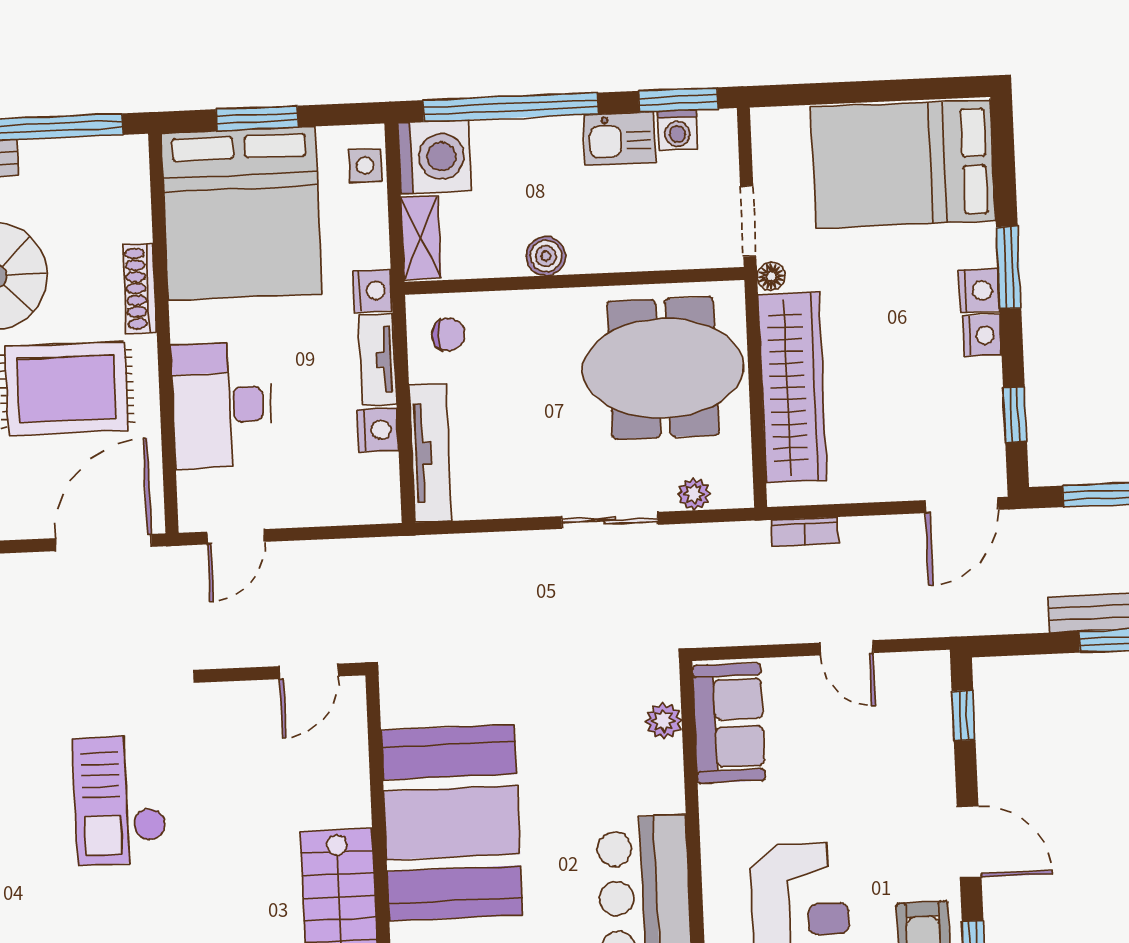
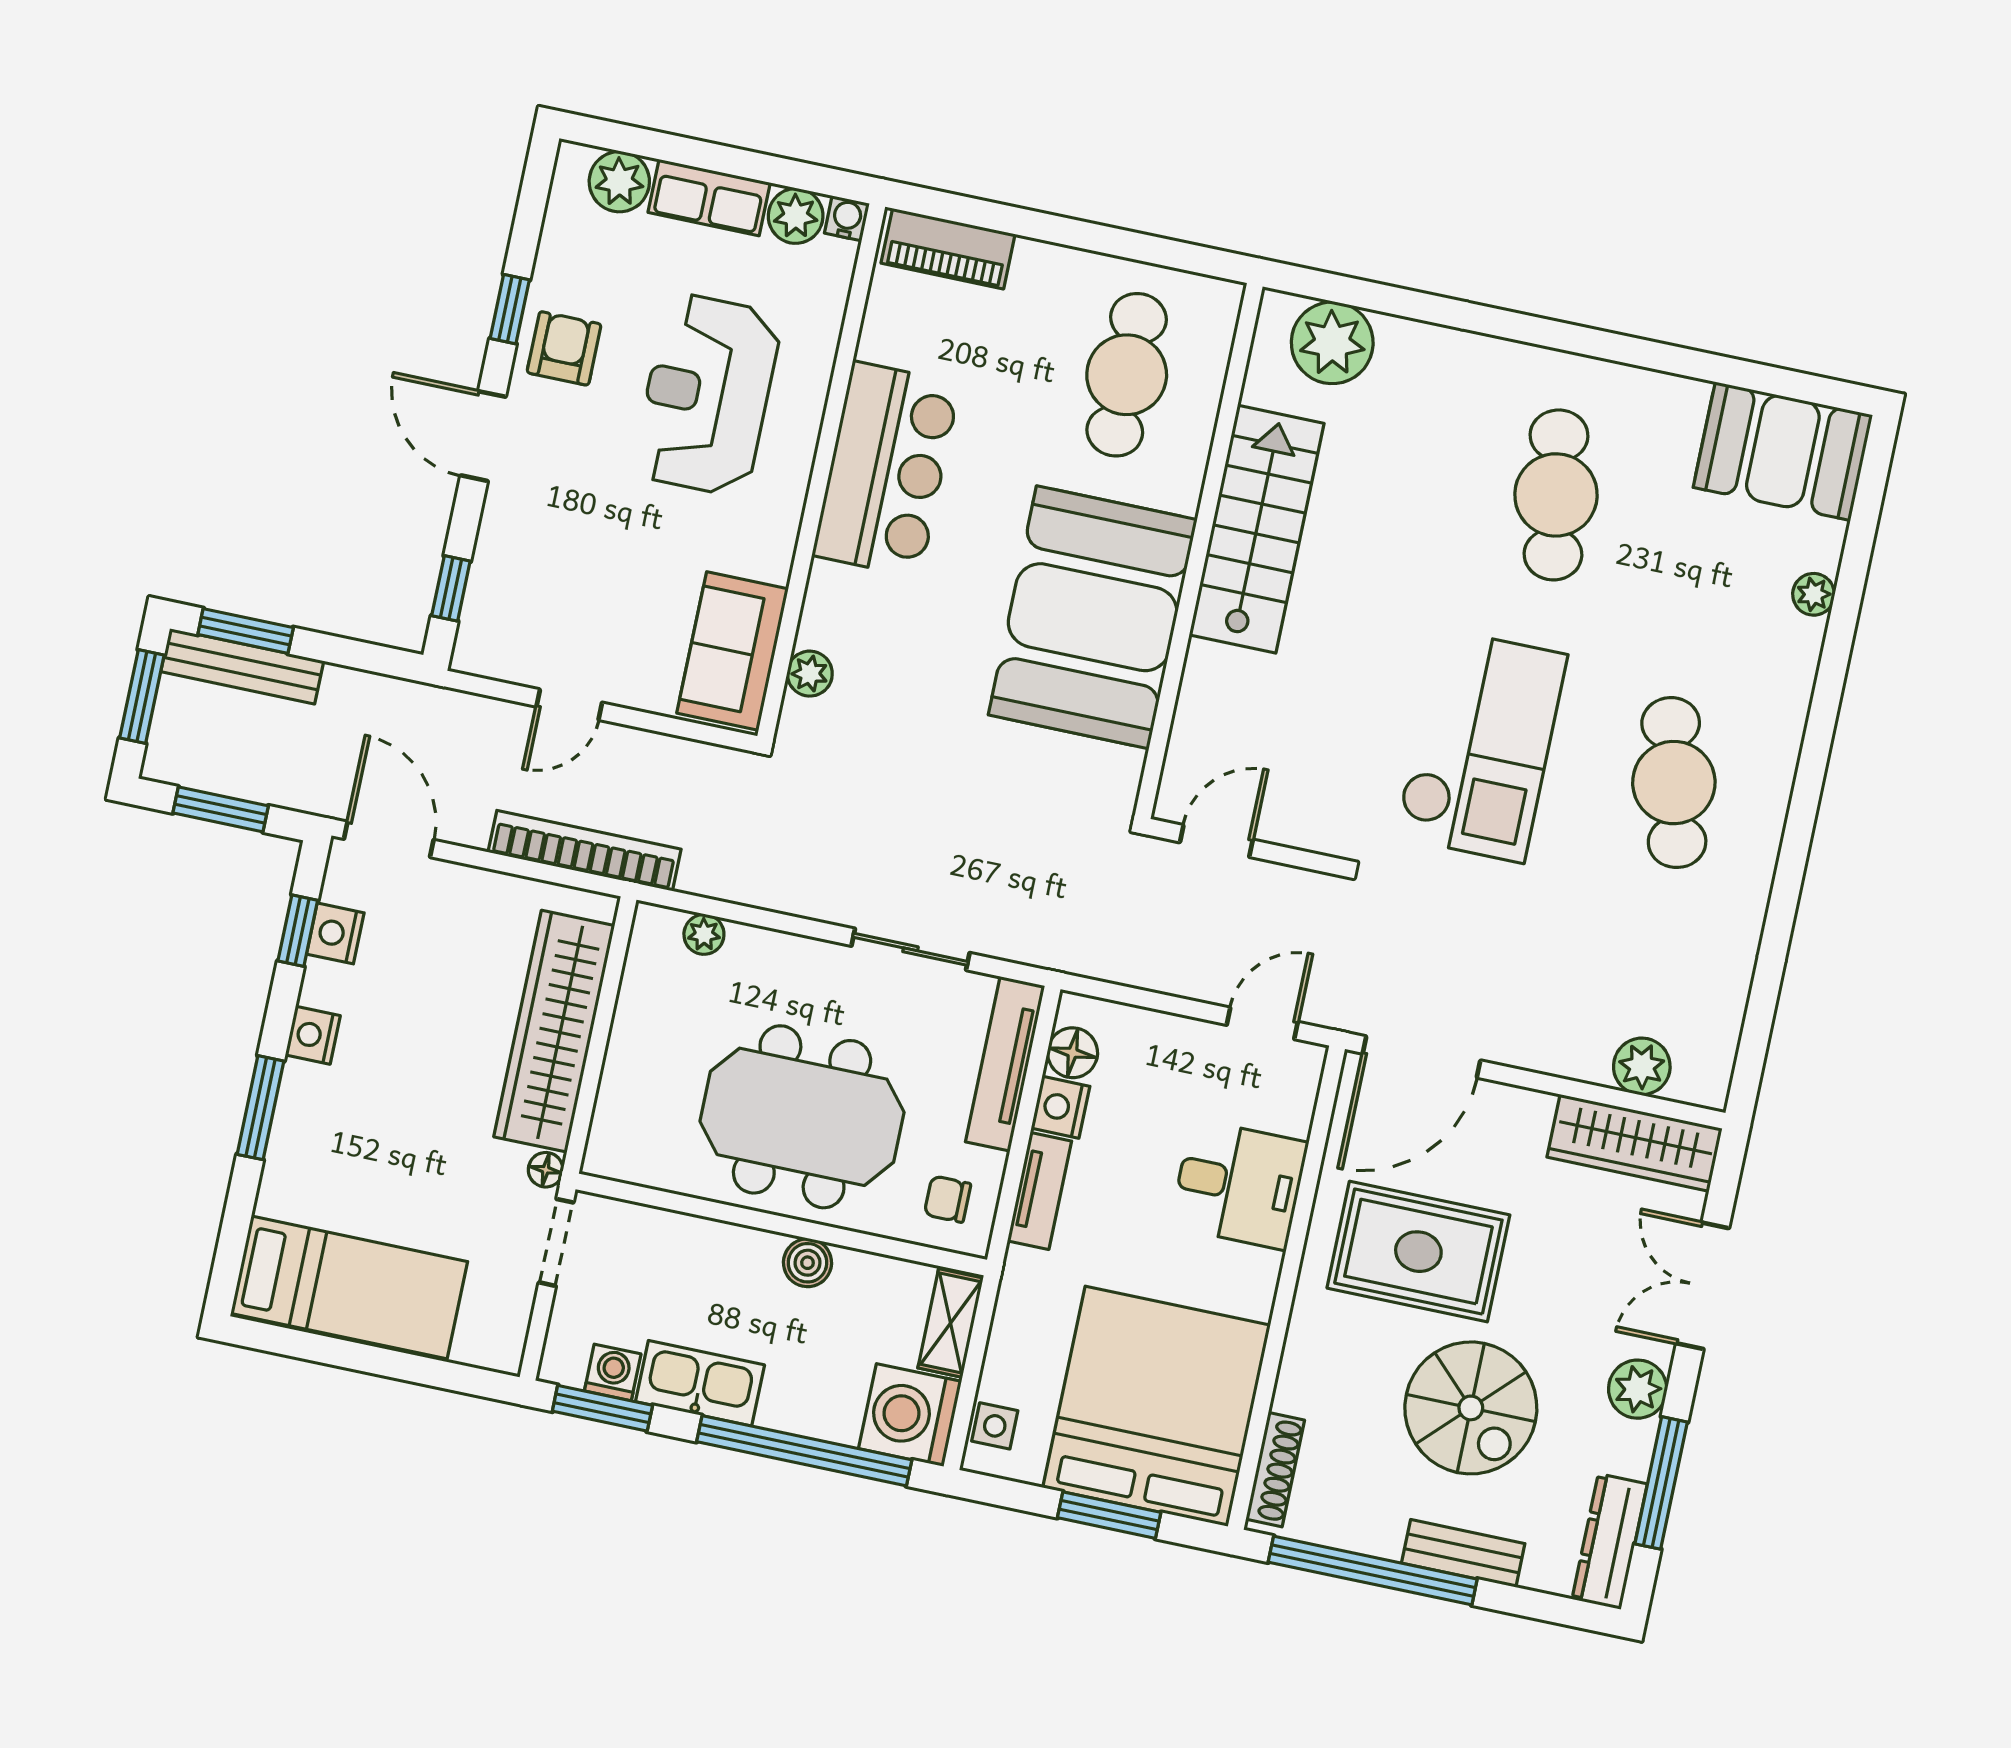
kitchen sink: (620, 139) -> (700, 1383), width x1.38
bed: (903, 164) -> (349, 1287), width x0.67
shoe rack: (140, 288) -> (1275, 1470), moved
nightstand: (979, 290) -> (335, 933), moved
nightstand: (373, 291) -> (1024, 1275), removed
meeting table: (663, 368) -> (802, 1117), moved
desk: (222, 405) -> (1239, 1184), width x0.73
floor lamp: (379, 475) -> (1073, 1053), added
door: (962, 505) -> (389, 839), hinge flipped
sliding door: (610, 520) -> (911, 949), moved
bookcase: (805, 532) -> (585, 851), width x2.31, depth x1.31
door: (847, 648) -> (569, 705), swing flipped
checkout: (120, 800) -> (1481, 746), width x1.36, depth x1.21

